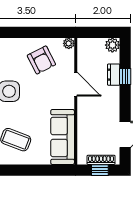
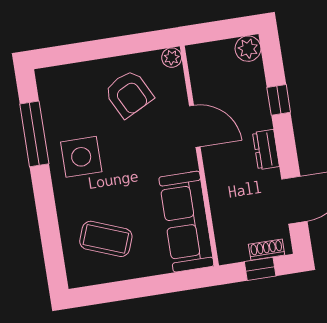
dresser: (114, 75) -> (266, 150), moved
shoe rack: (101, 160) -> (267, 250), width x0.70

